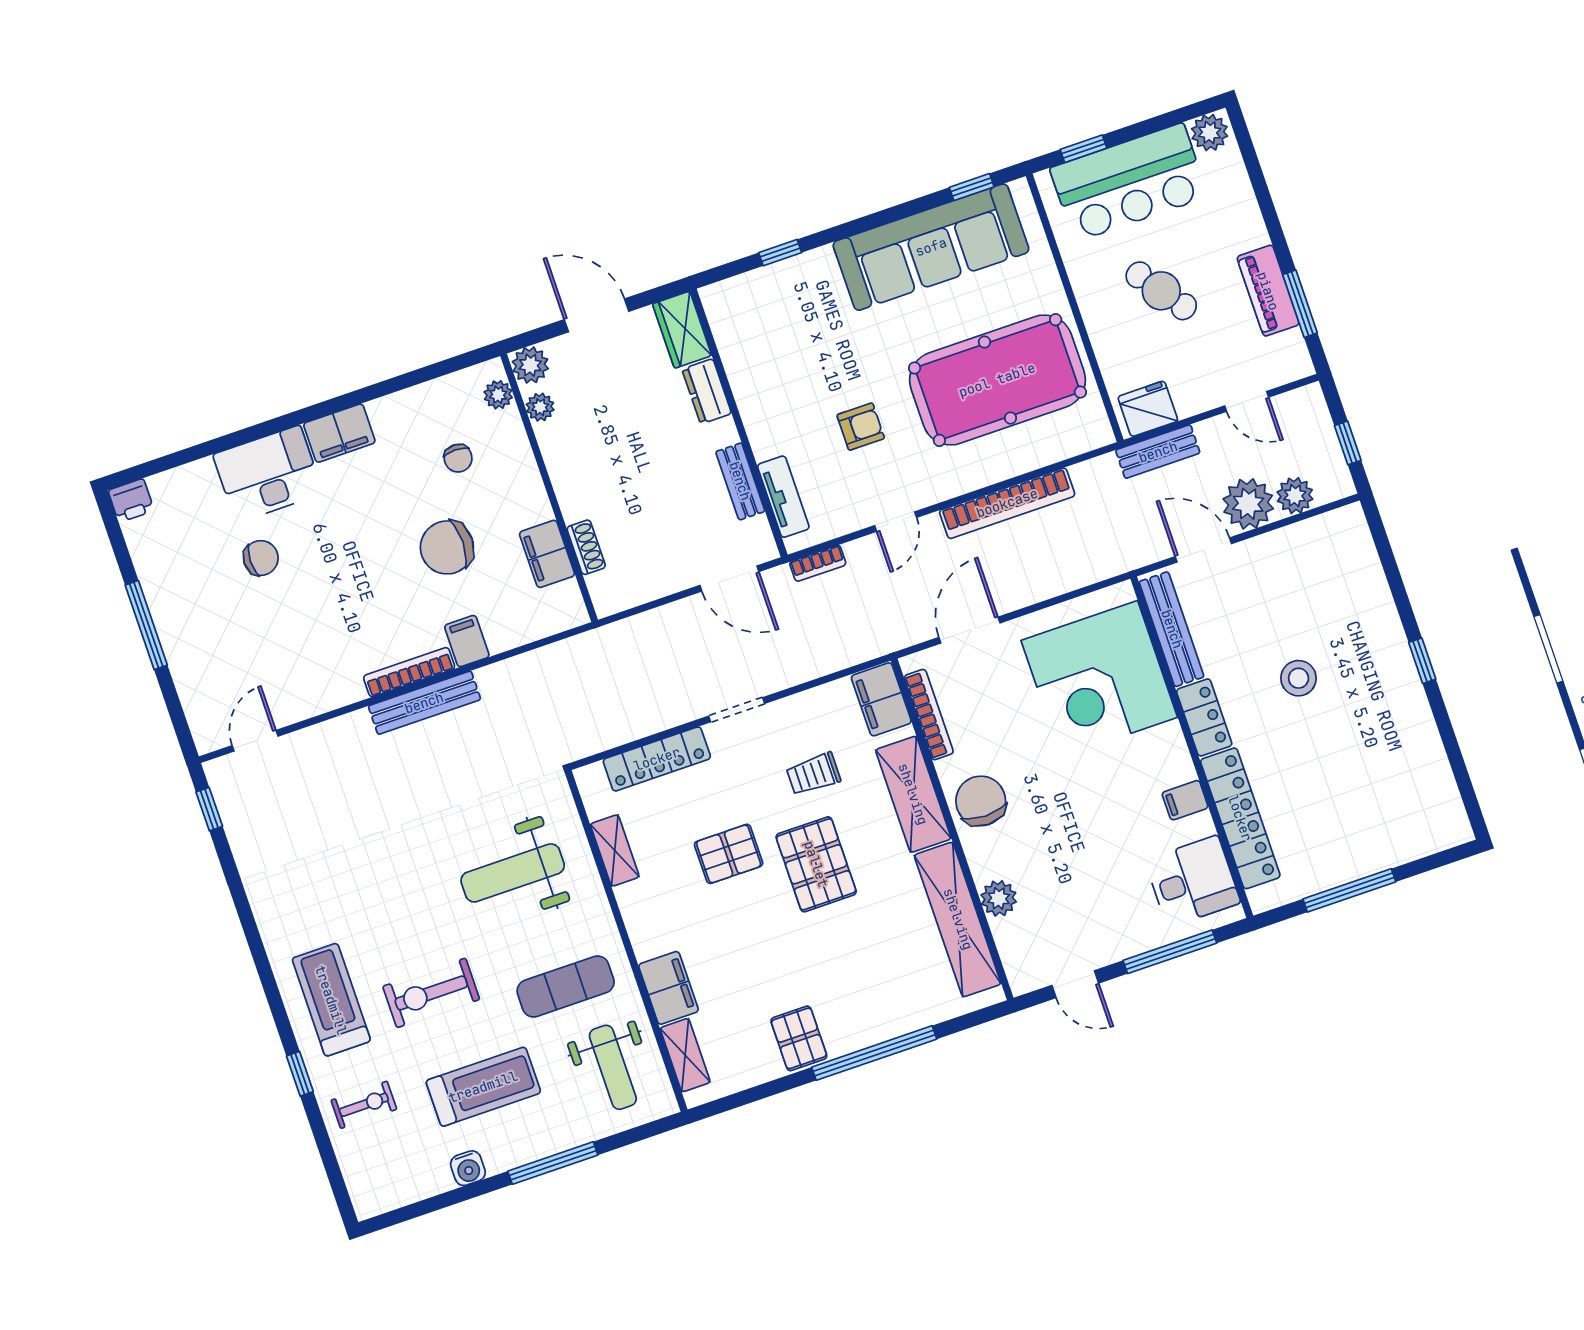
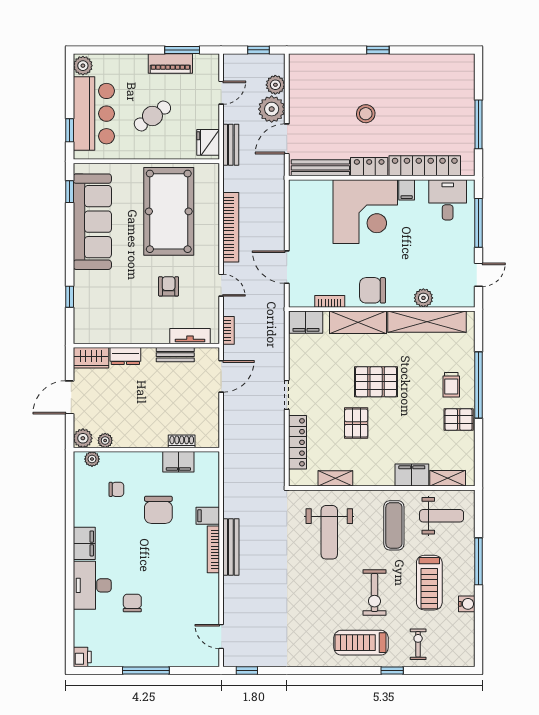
corner desk: (1099, 679) -> (365, 212), moved
bookcase: (929, 715) -> (330, 301), width x0.64
trolley: (813, 774) -> (451, 385), moved
treadmill: (483, 1087) -> (429, 583), turned 180

